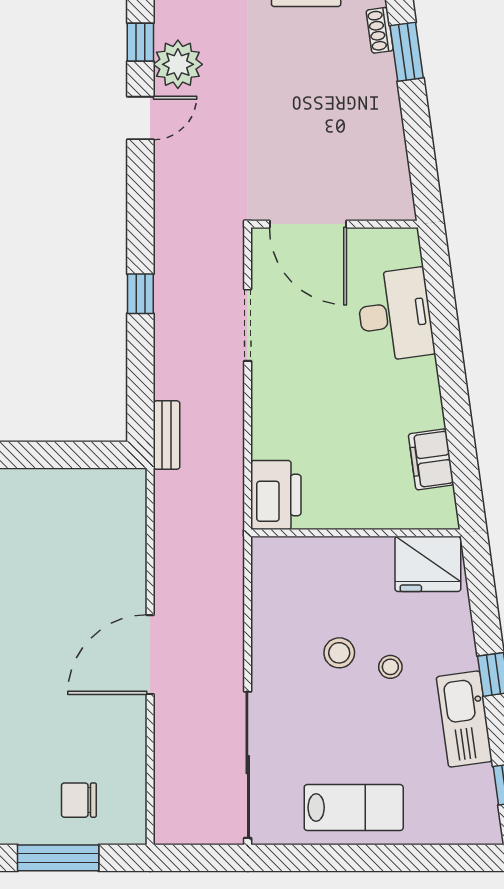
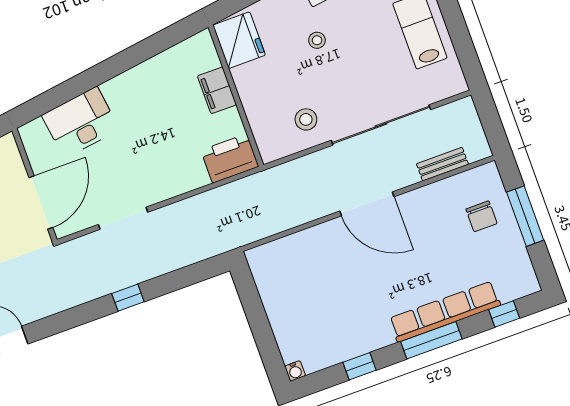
bench: (167, 435) -> (442, 164), moved
filing cabinet: (431, 459) -> (217, 90), moved, turned 98
stool: (339, 653) -> (306, 119), moved
sliding door: (248, 765) -> (381, 125), moved

